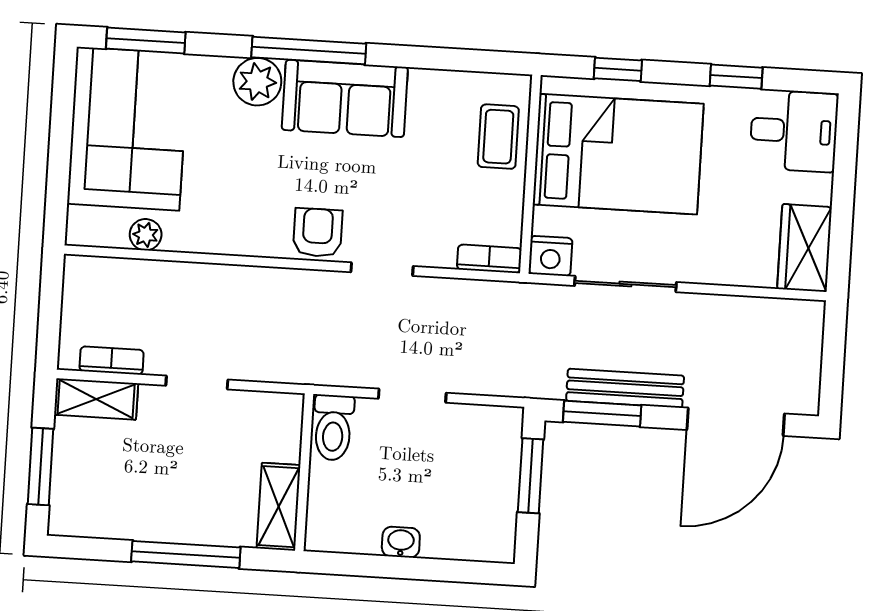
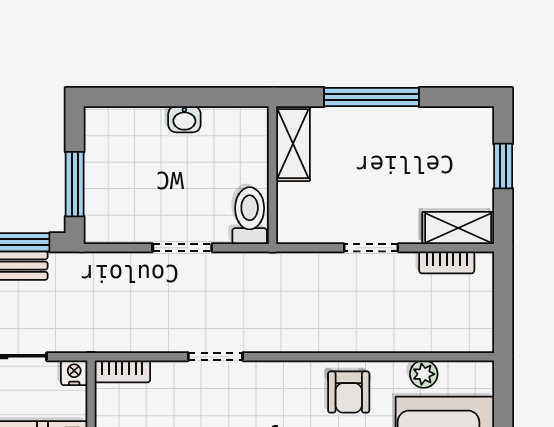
armchair: (318, 233) -> (349, 392), moved
nightstand: (550, 256) -> (74, 373), width x0.72, depth x0.74
window: (40, 466) -> (503, 166), width x0.67

